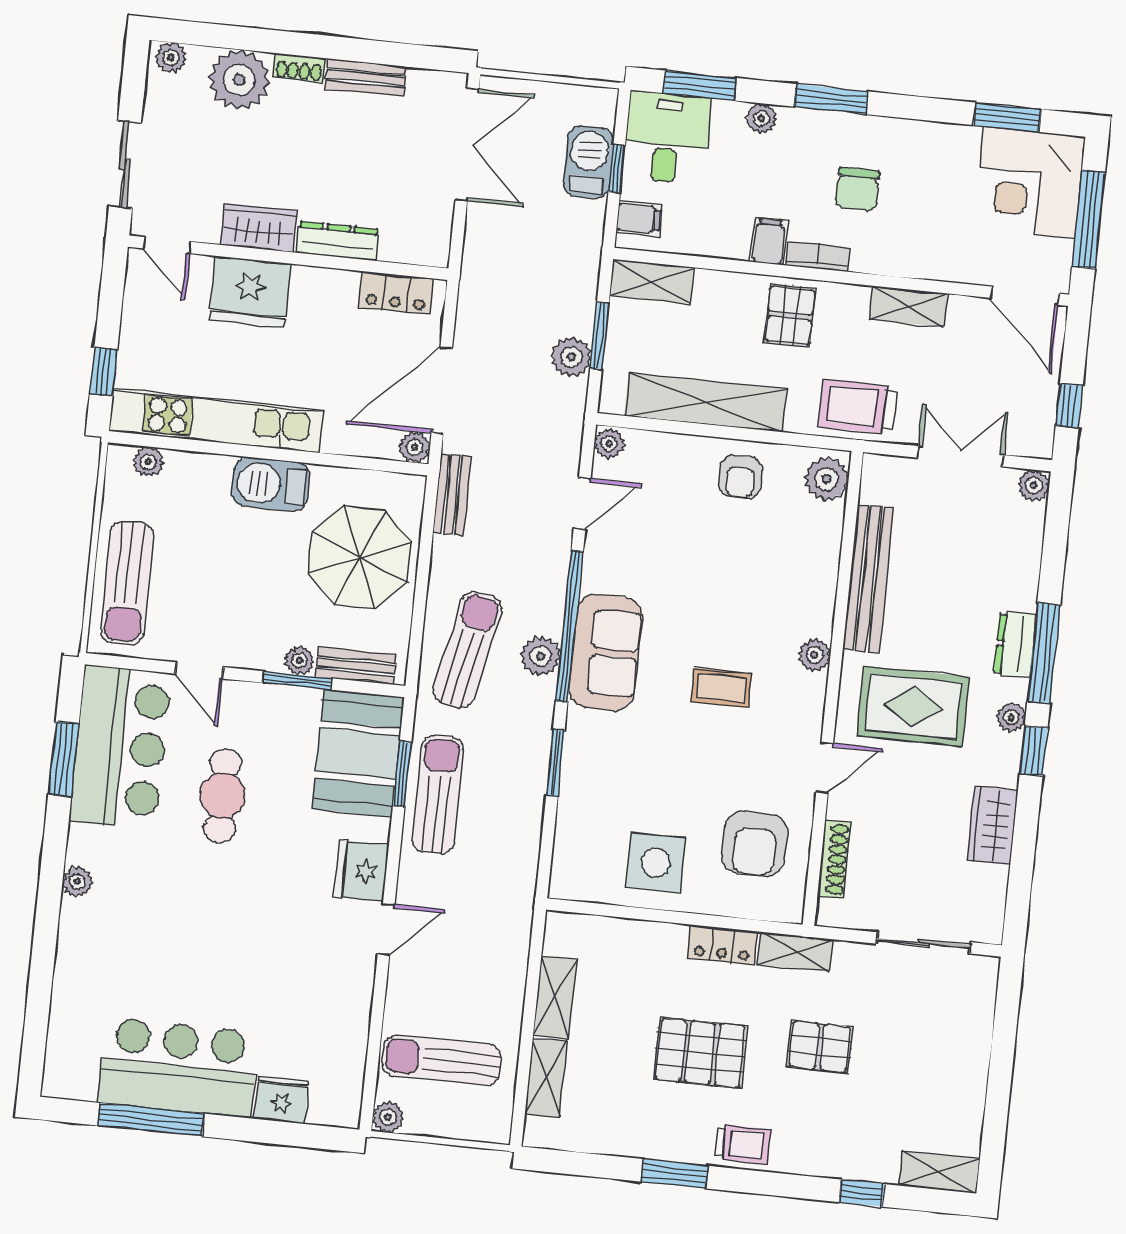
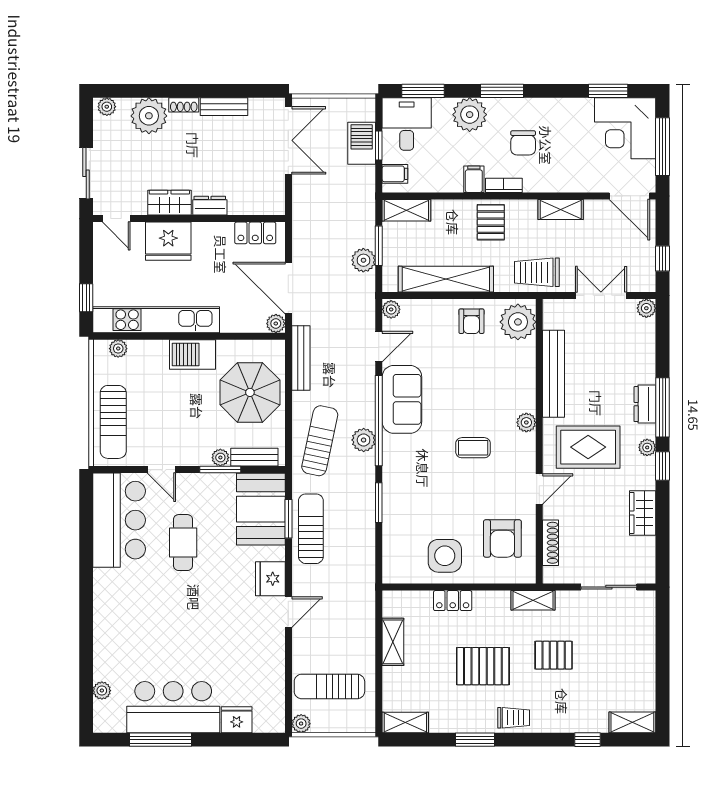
plant: (761, 118) -> (470, 115), width x1.88, depth x1.88
dresser: (337, 241) -> (210, 206), width x0.70
door: (442, 390) -> (288, 288), hinge flipped
plant: (827, 479) -> (518, 322), width x1.36, depth x1.36
bench: (452, 494) -> (301, 358), width x1.36
sofa: (606, 652) -> (402, 399), moved
window: (63, 759) -> (86, 531), removed
plant: (77, 882) -> (102, 691), moved
locker: (722, 945) -> (453, 601), moved
shelving: (546, 1078) -> (405, 722), moved, turned 90

